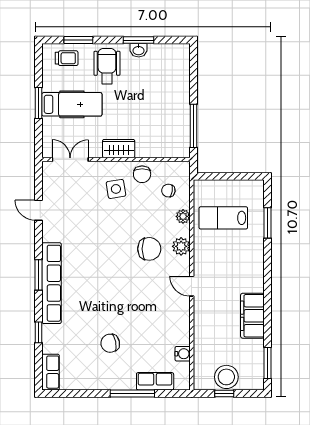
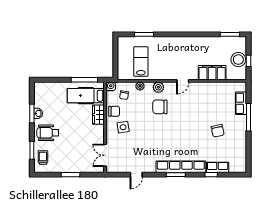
hospital bed: (72, 104) -> (86, 96), moved, turned -90
wardrobe: (119, 149) -> (98, 115), moved
lab bench: (223, 218) -> (141, 61), turned 180
chair: (149, 249) -> (160, 107), turned -90
filing cabinet: (252, 316) -> (212, 73), moved, turned 180
water cooler: (183, 354) -> (111, 86), moved
row of seats: (51, 372) -> (218, 167), moved

